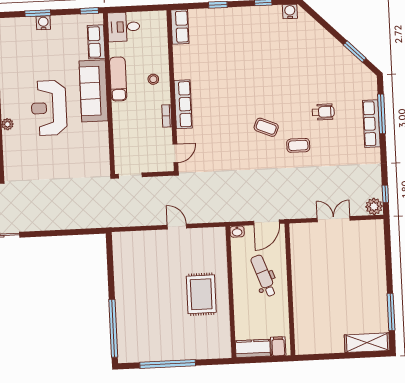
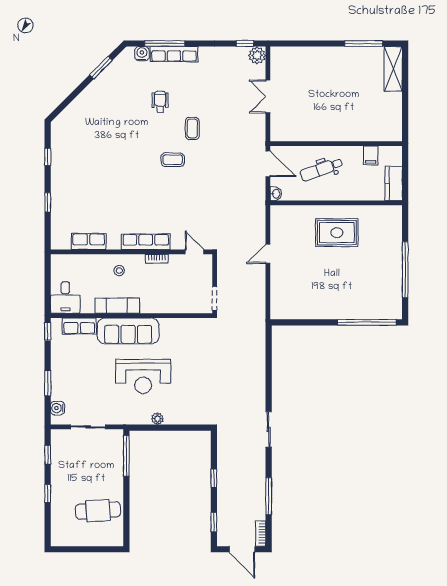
water cooler: (290, 11) -> (142, 54), moved, turned 90
water cooler: (43, 23) -> (58, 408), moved
row of seats: (180, 27) -> (89, 241), moved
coffee table: (266, 127) -> (173, 160), turned 67
filing cabinet: (278, 346) -> (371, 155), moved, turned -90

